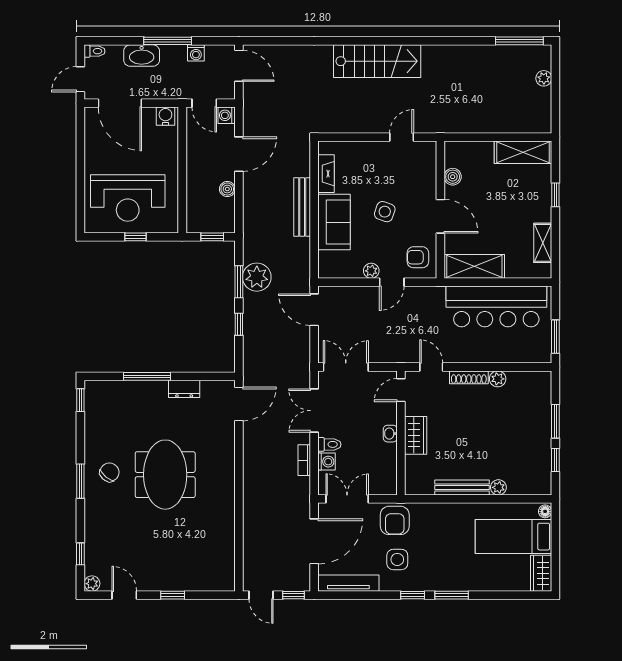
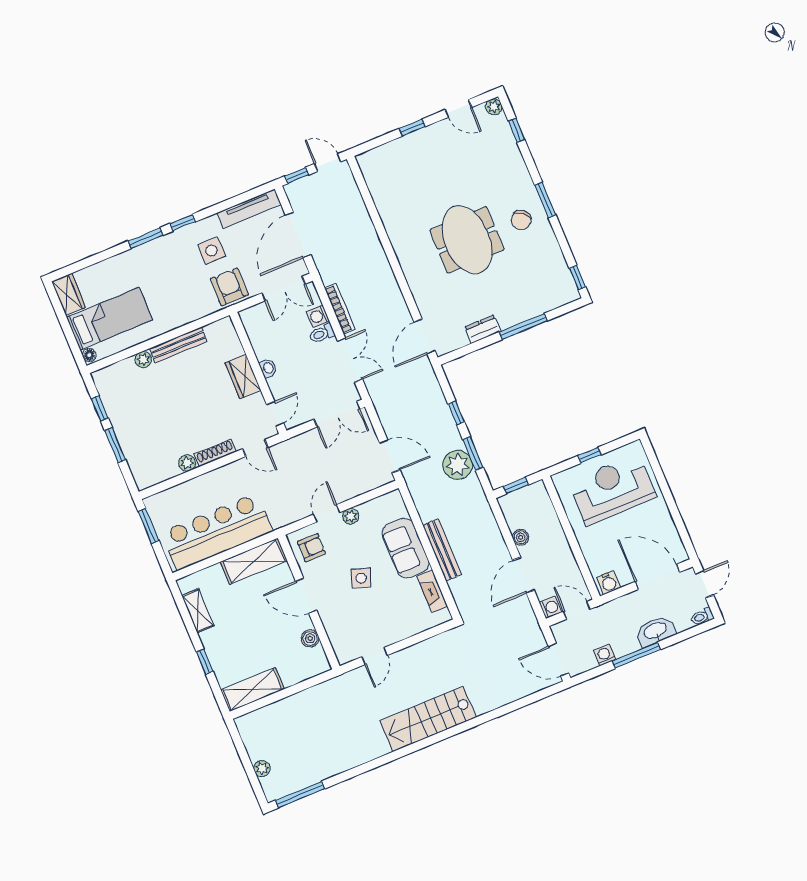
bookcase: (304, 460) -> (340, 309), width x1.56

